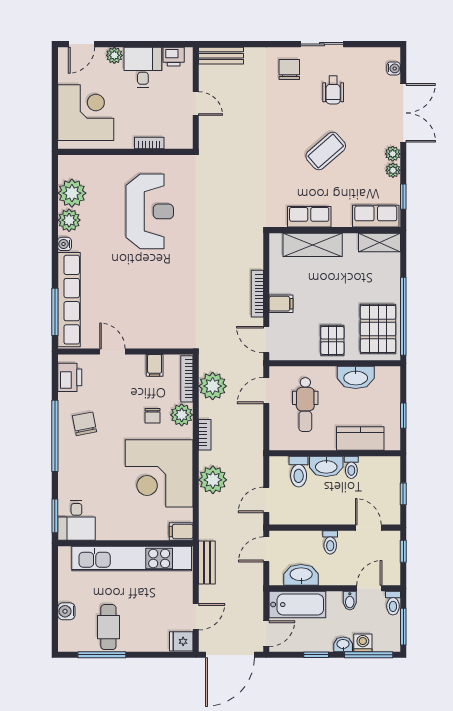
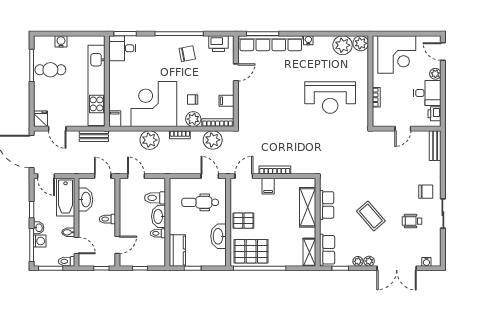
plant: (69, 220) -> (361, 43), moved
kitchen counter: (360, 438) -> (177, 250), moved

